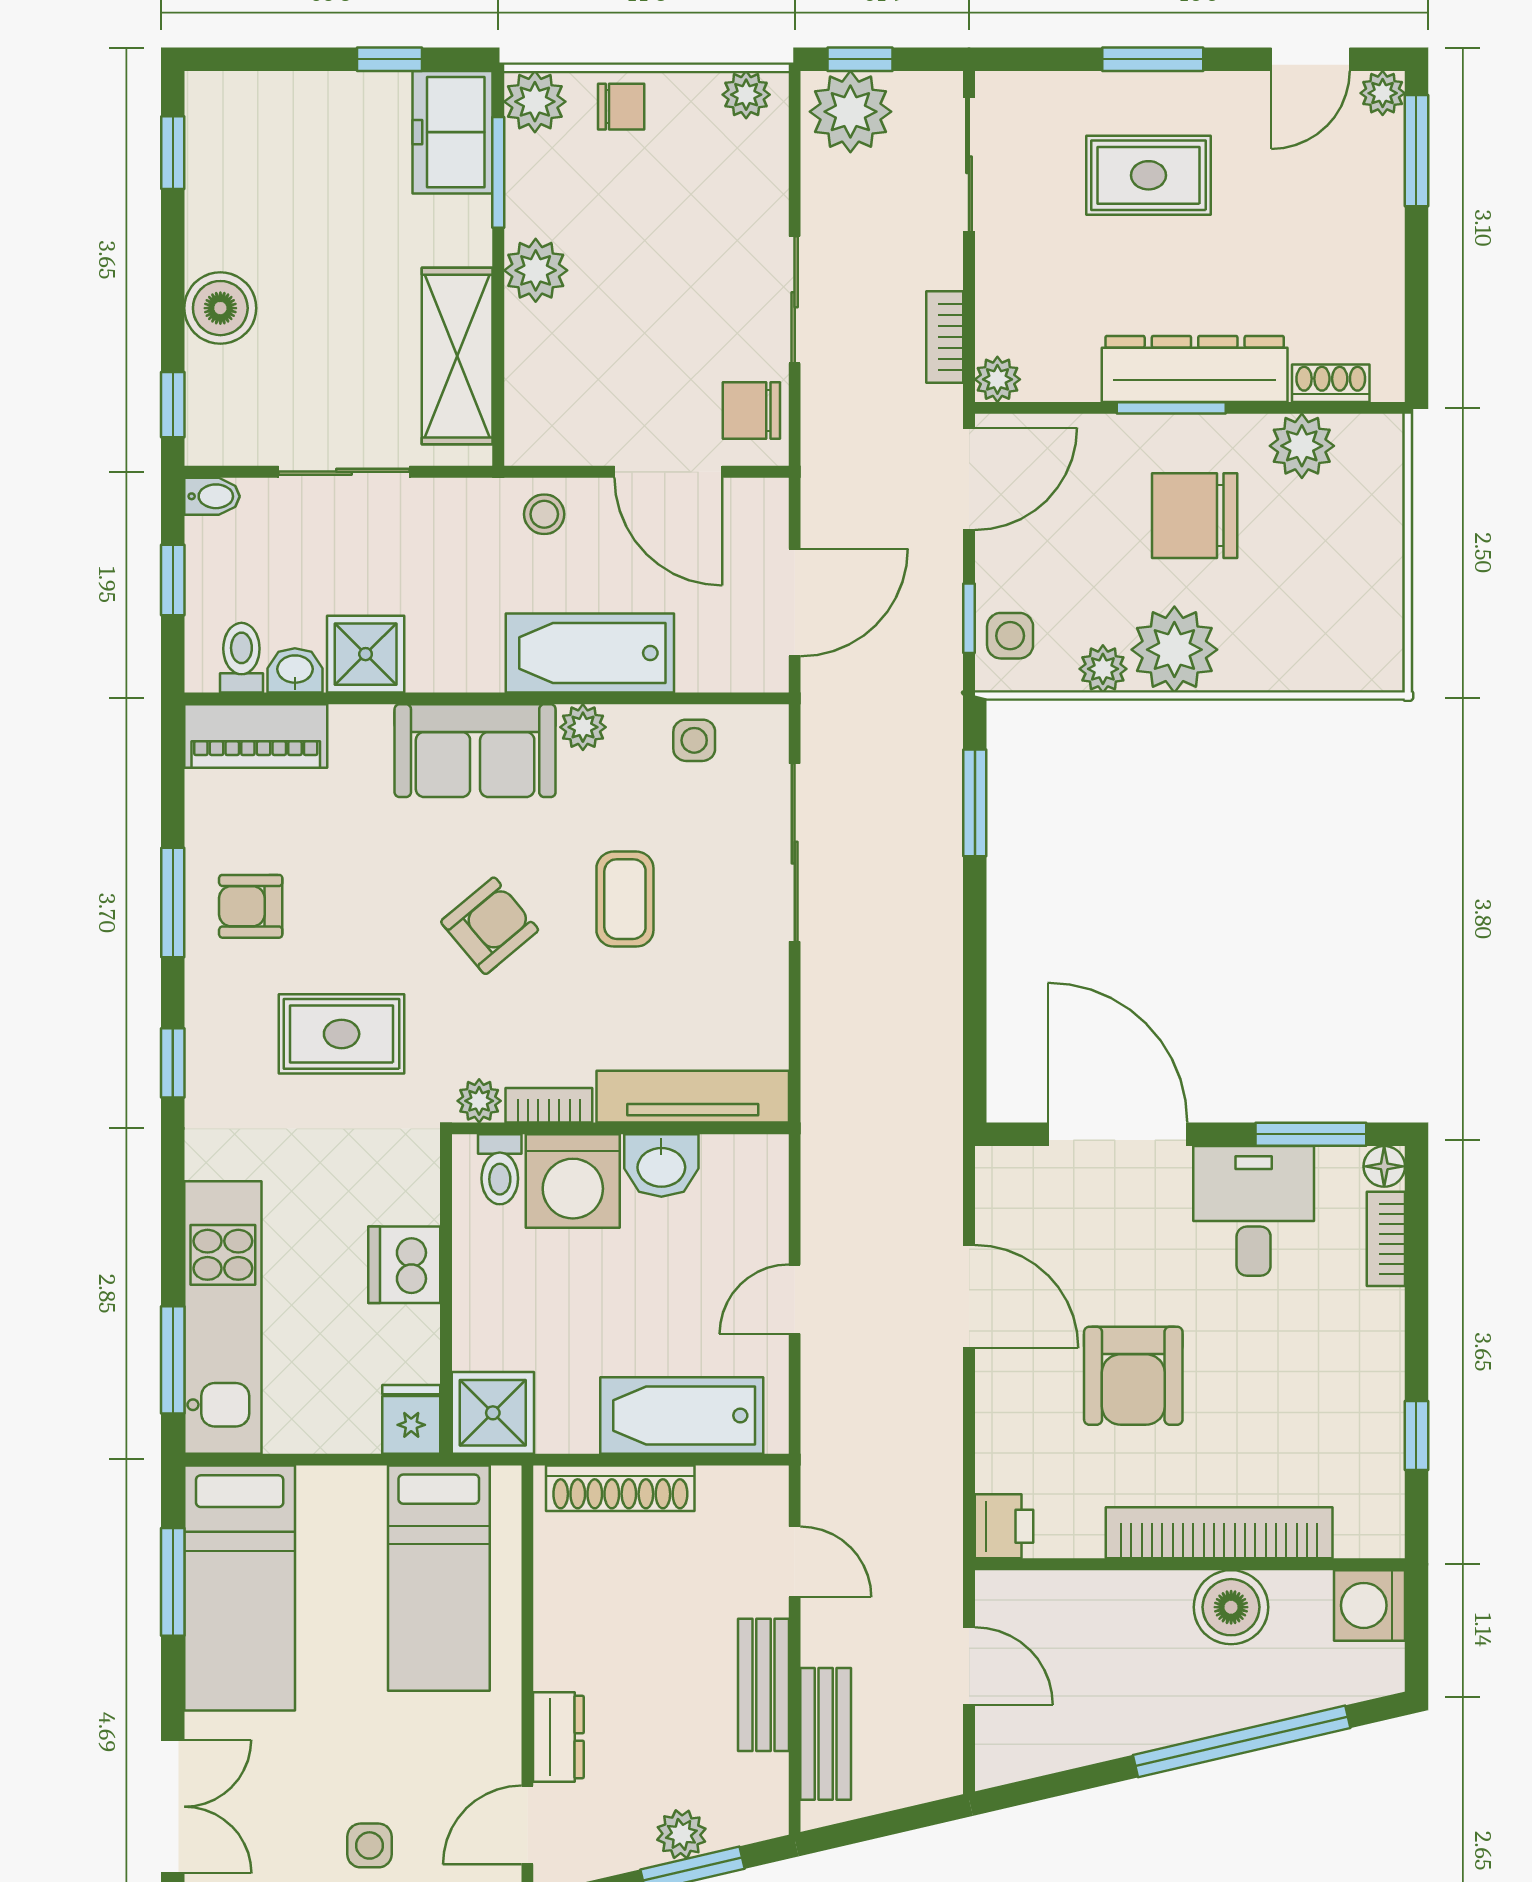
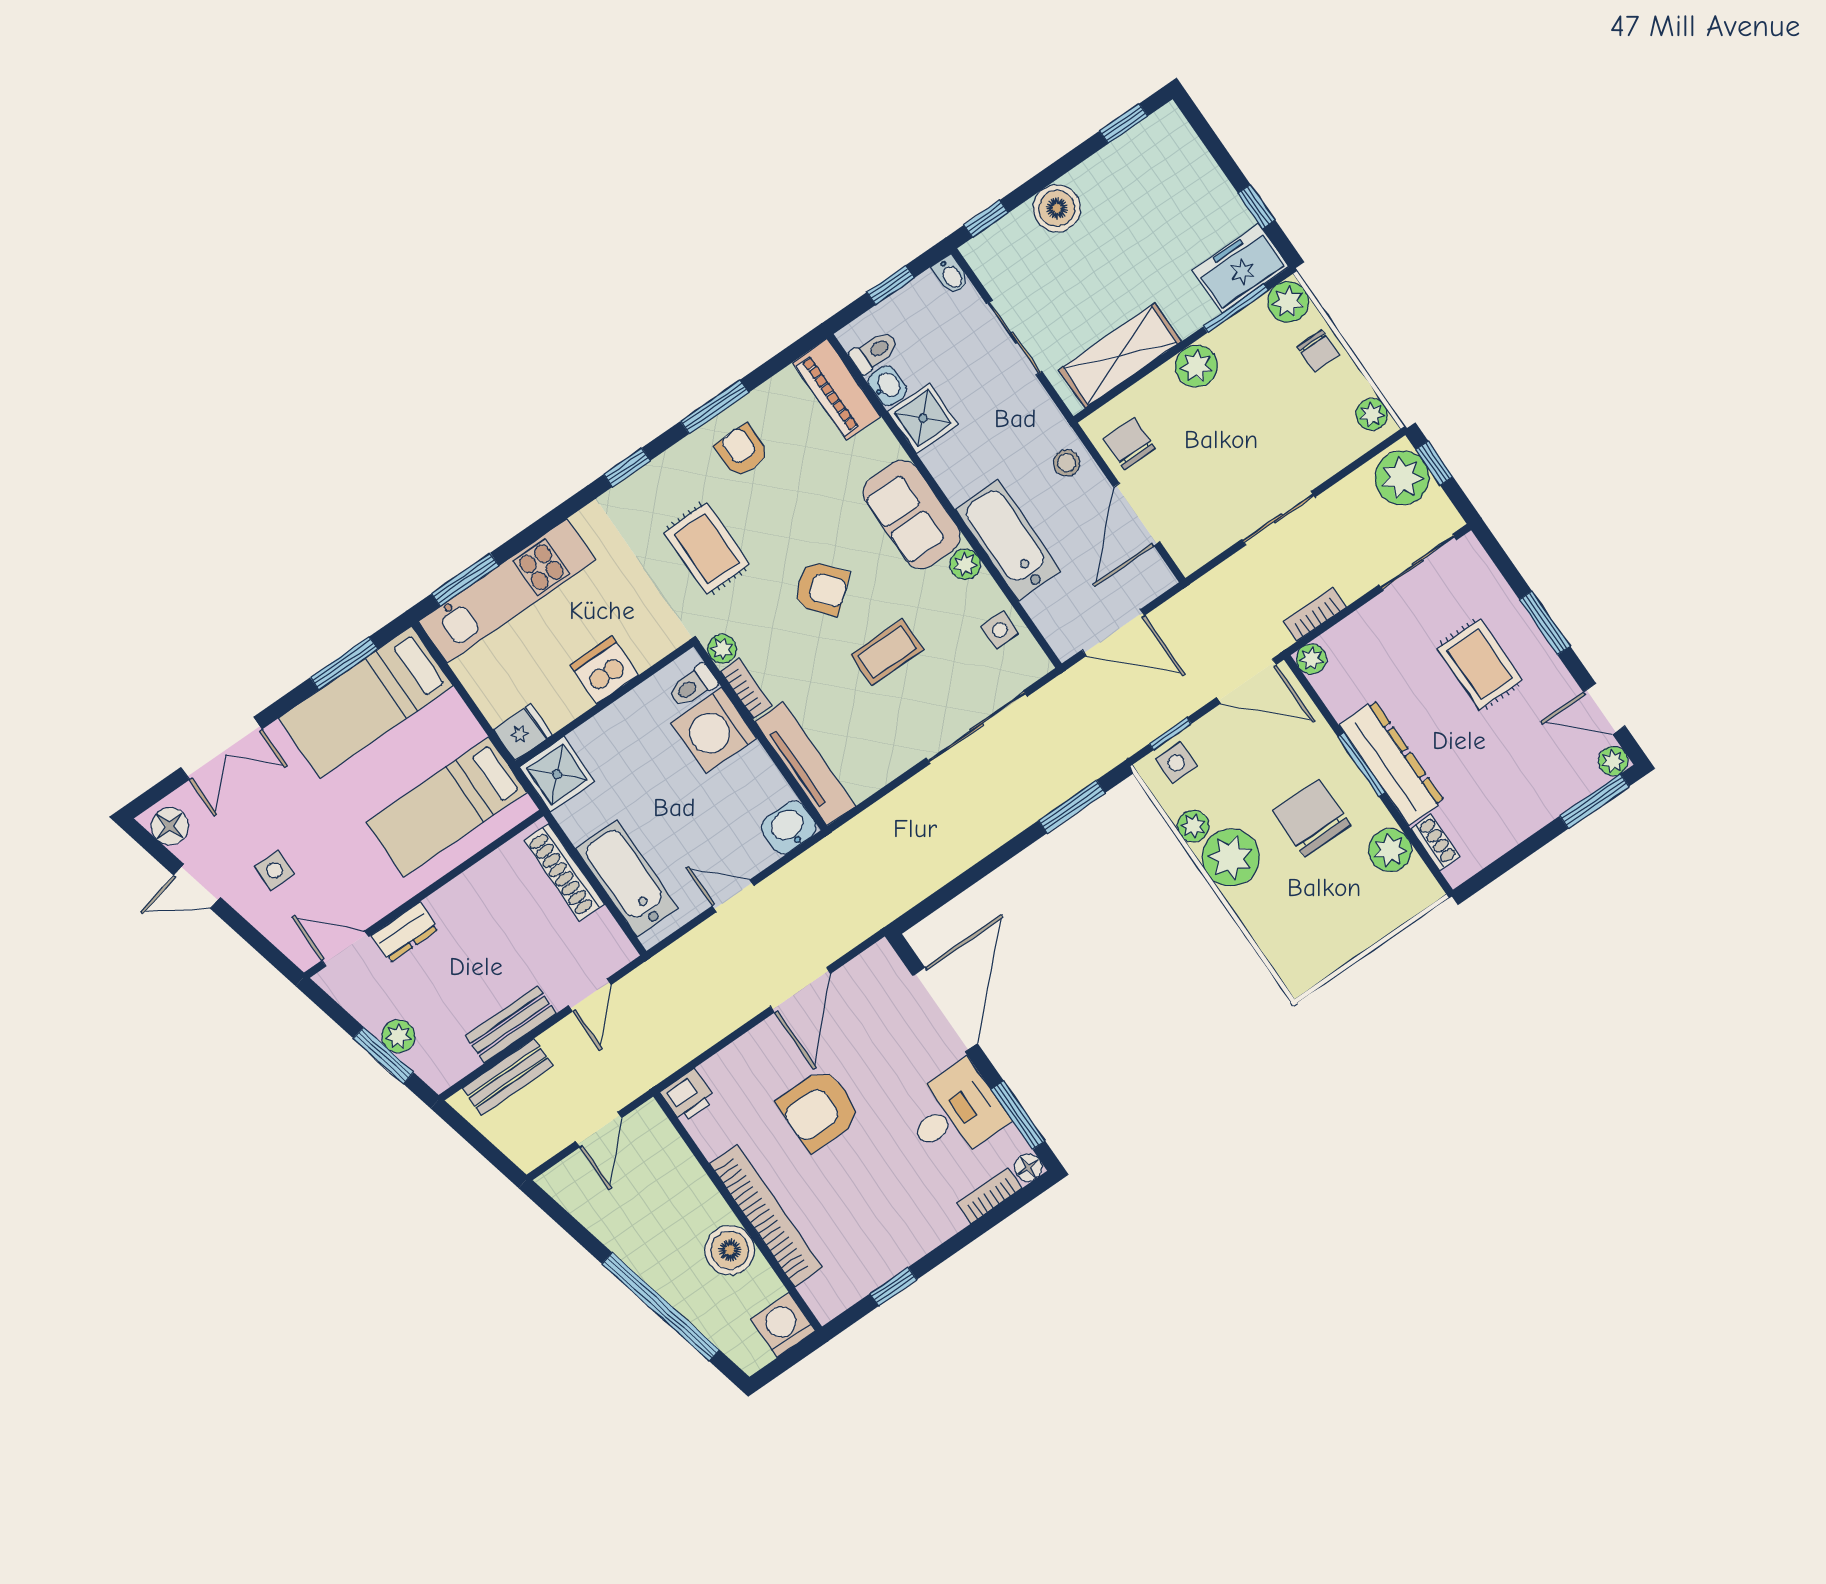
chair: (751, 411) -> (1129, 444), moved
washbasin: (661, 1165) -> (789, 827), moved, turned 90

